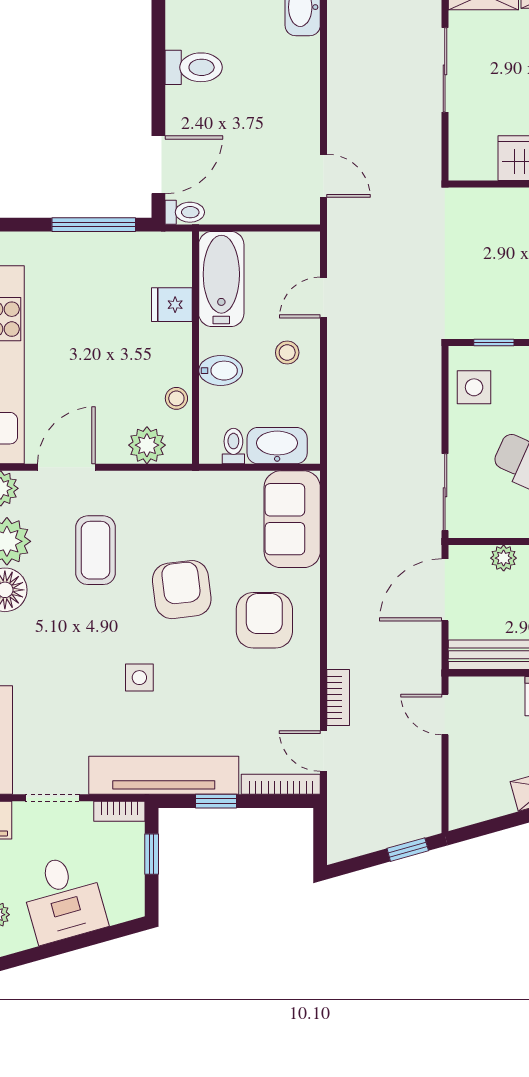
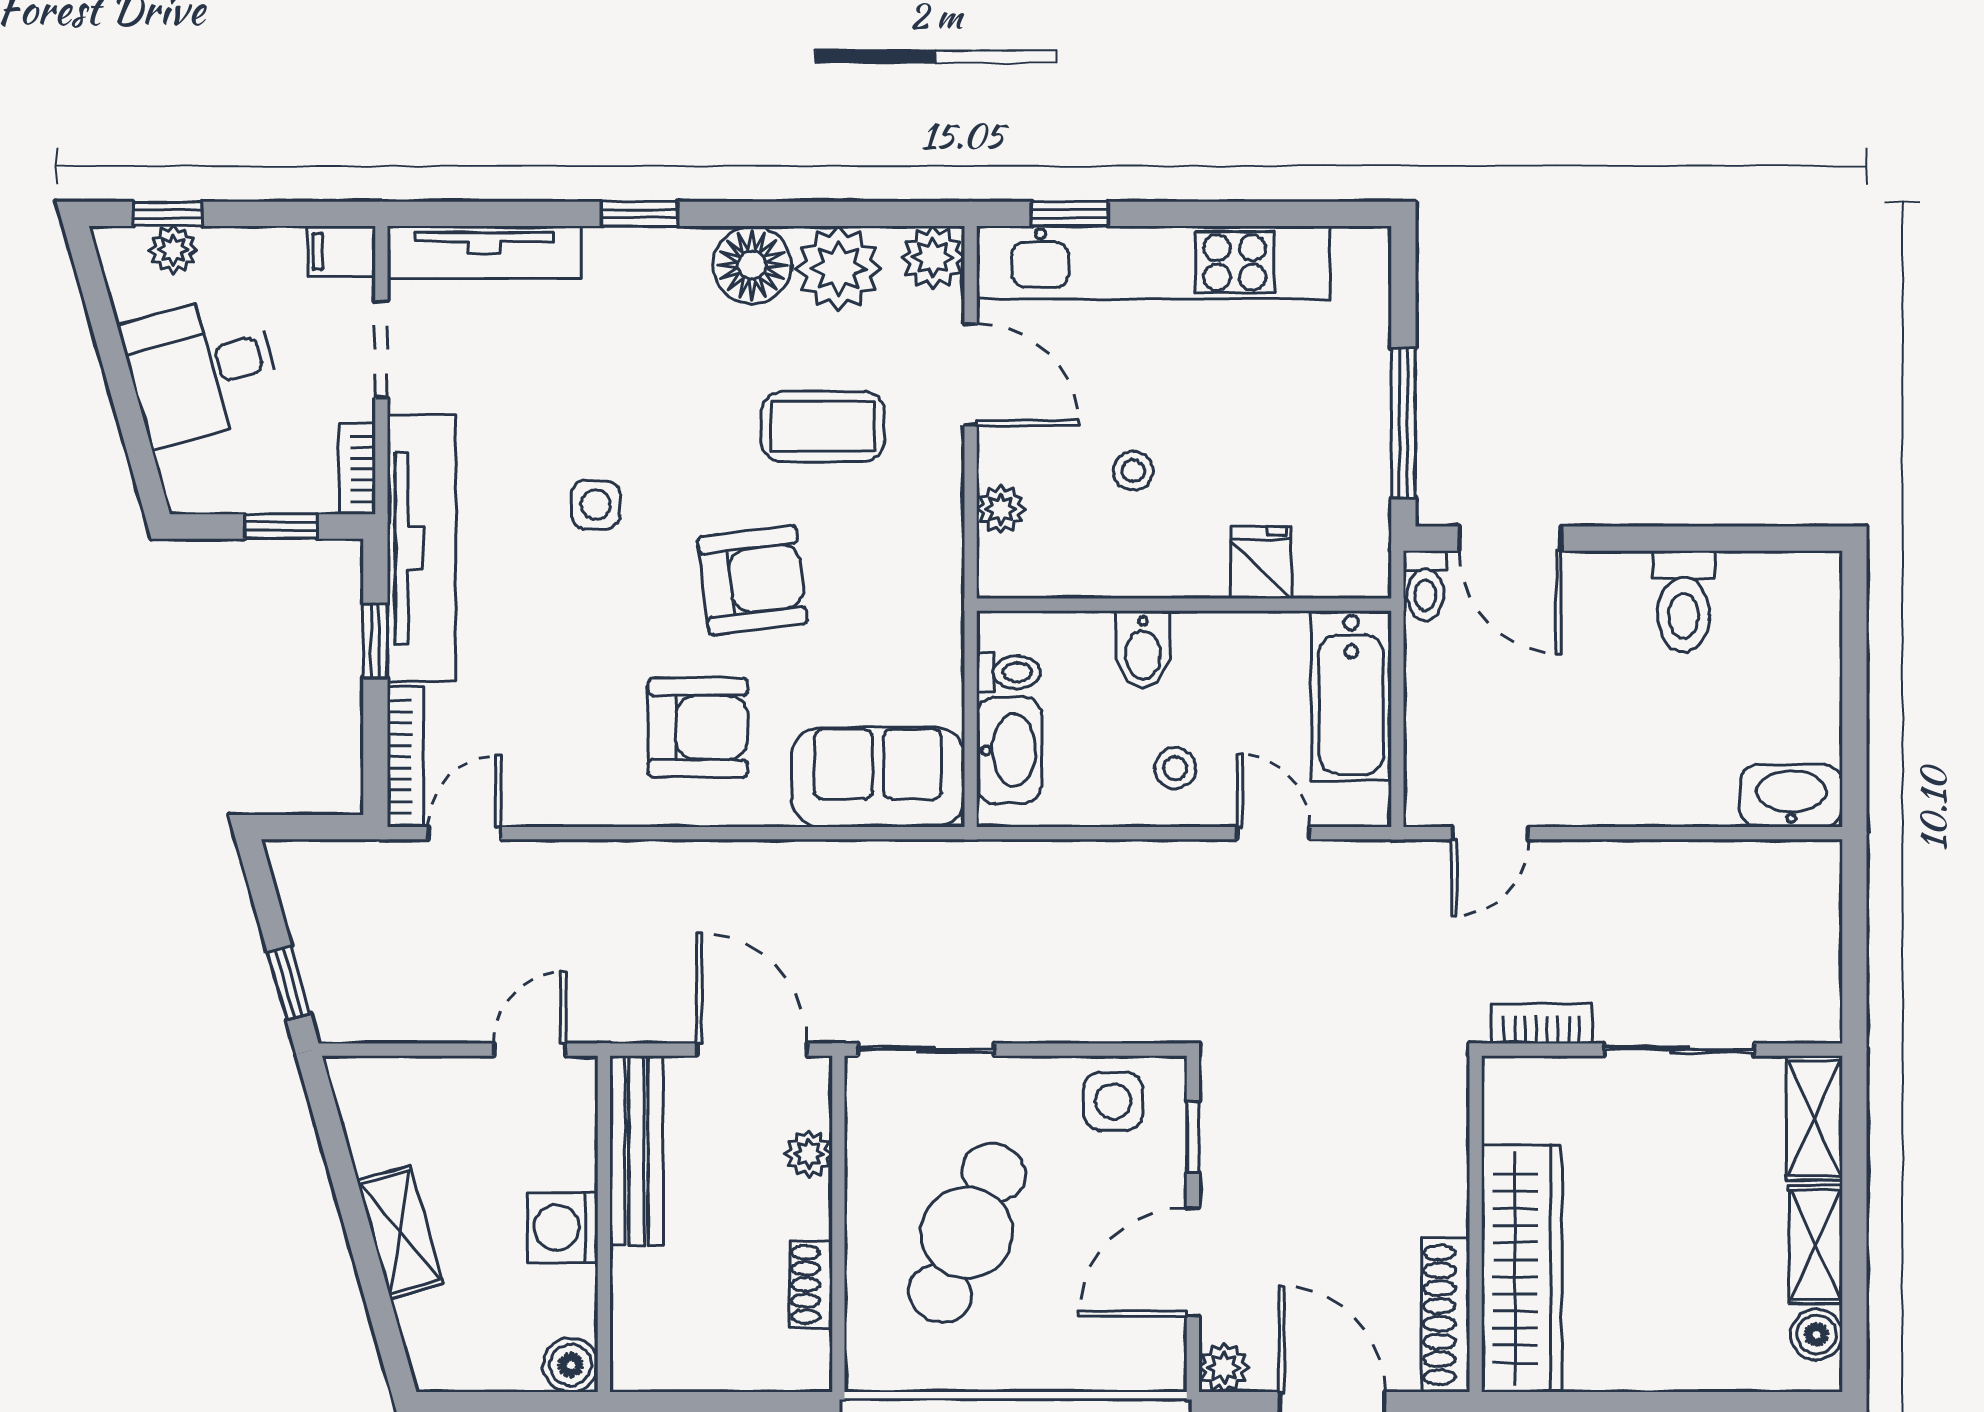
bathtub: (221, 279) -> (1351, 696), moved, turned 90
stool: (176, 398) -> (1133, 471), moved
plant: (147, 445) -> (1001, 509), width x0.73, depth x0.73
bookcase: (338, 697) -> (1542, 1023), moved, turned 180

